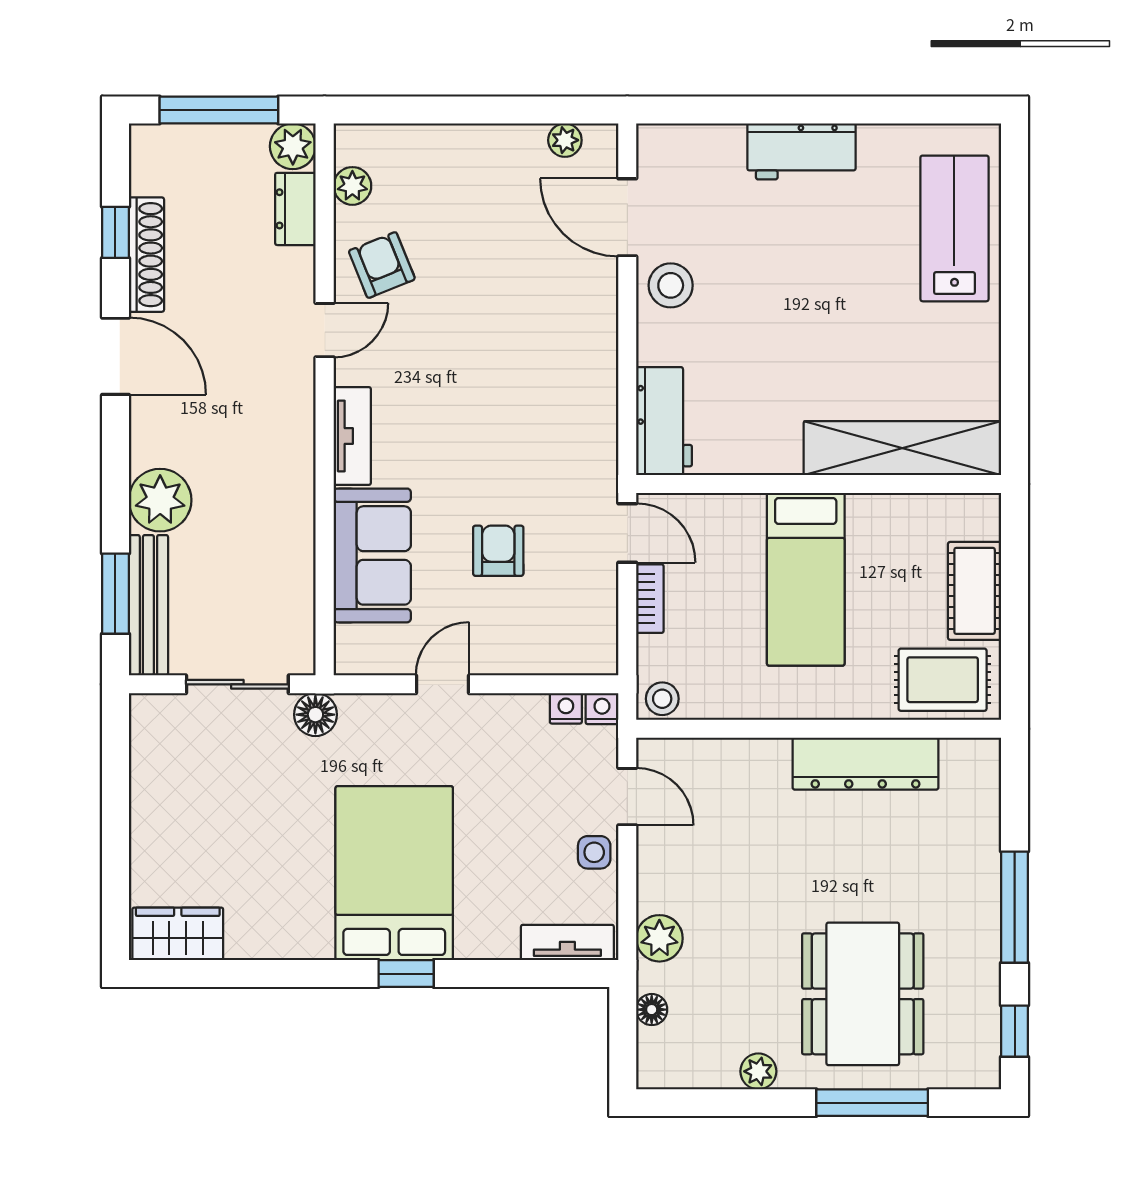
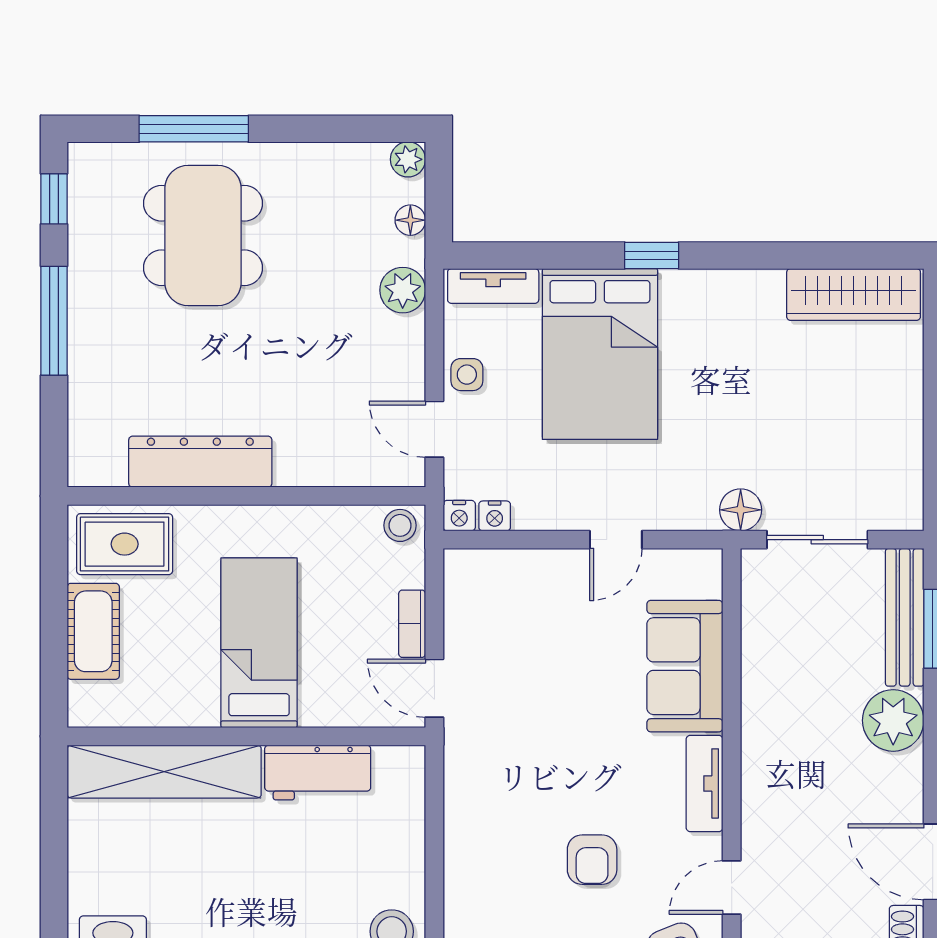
workbench: (664, 421) -> (318, 772), moved, turned -90
armchair: (498, 551) -> (592, 860), moved
bed: (394, 873) -> (600, 354), moved
wardrobe: (178, 934) -> (854, 294), width x1.50
plant: (758, 1071) -> (408, 159), moved

